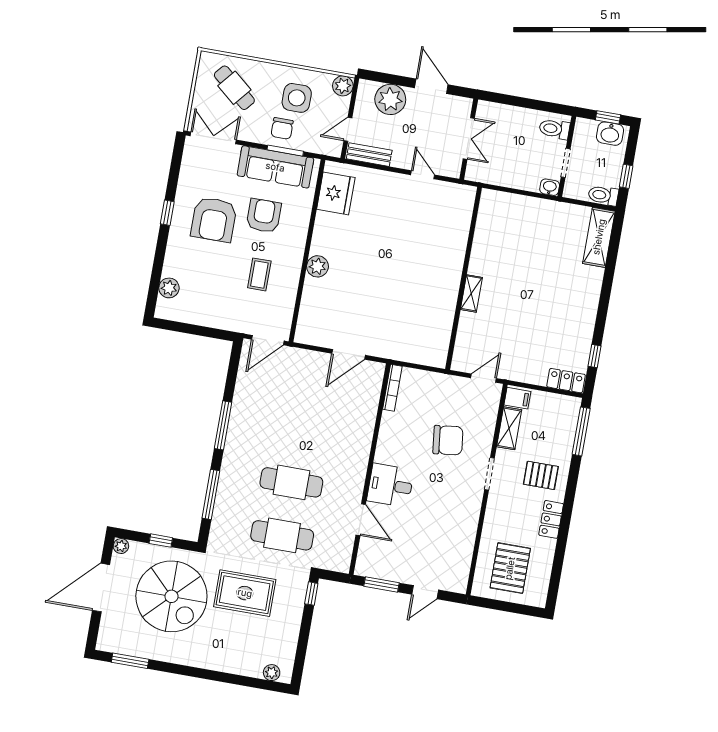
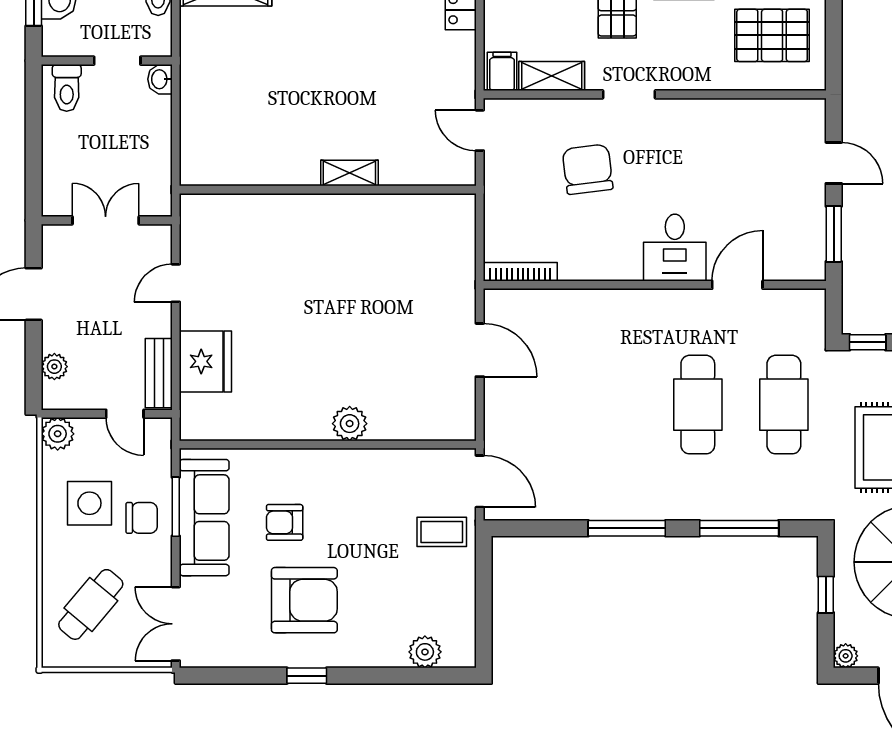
plant: (390, 99) -> (54, 367), width x0.53, depth x0.53
fridge: (336, 193) -> (205, 361), moved, turned 90
armchair: (264, 216) -> (285, 522), width x0.72, depth x0.72
coffee table: (259, 274) -> (442, 532), moved

